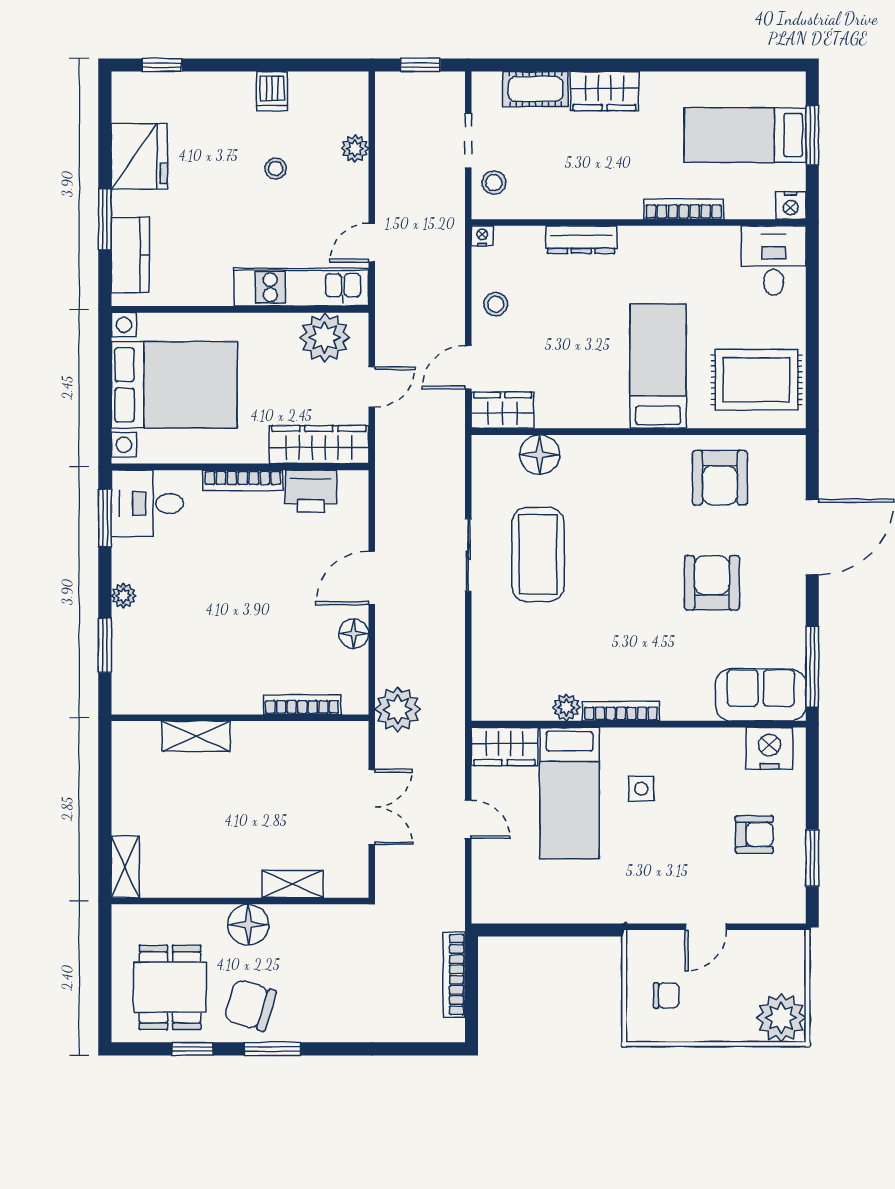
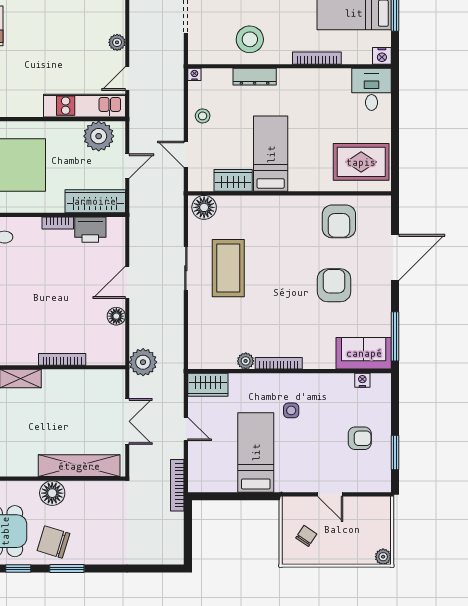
plant: (355, 149) -> (117, 42), moved
stool: (276, 169) -> (69, 34), removed
stool: (494, 183) -> (250, 39), moved, width x1.89, depth x1.89
bed: (658, 366) -> (271, 154), moved
door: (468, 367) -> (186, 154), hinge flipped
wardrobe: (503, 410) -> (233, 180), moved
floor lamp: (540, 455) -> (204, 207), moved
bookcase: (243, 480) -> (58, 223), width x0.64
bookcase: (302, 705) -> (62, 359), moved
nightstand: (769, 748) -> (362, 380), width x0.53, depth x0.56
bed: (570, 793) -> (256, 452), moved, turned 180
shelving: (293, 884) -> (79, 466), width x2.20, depth x1.33
door: (706, 927) -> (330, 494), hinge flipped
bookcase: (454, 975) -> (177, 485), moved
chair: (666, 995) -> (306, 536), turned -56
plant: (781, 1018) -> (383, 557), width x0.53, depth x0.53

